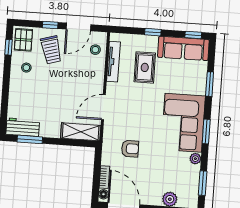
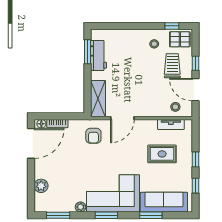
window: (193, 35) -> (195, 186), moved
sofa: (183, 48) -> (164, 202), moved, turned 90
trolley: (51, 50) -> (172, 66), turned 106
tv unit: (113, 62) -> (171, 124), width x0.71
door: (103, 107) -> (122, 118), swing flipped
workbench: (23, 127) -> (99, 56), moved
armchair: (130, 149) -> (93, 136), moved

